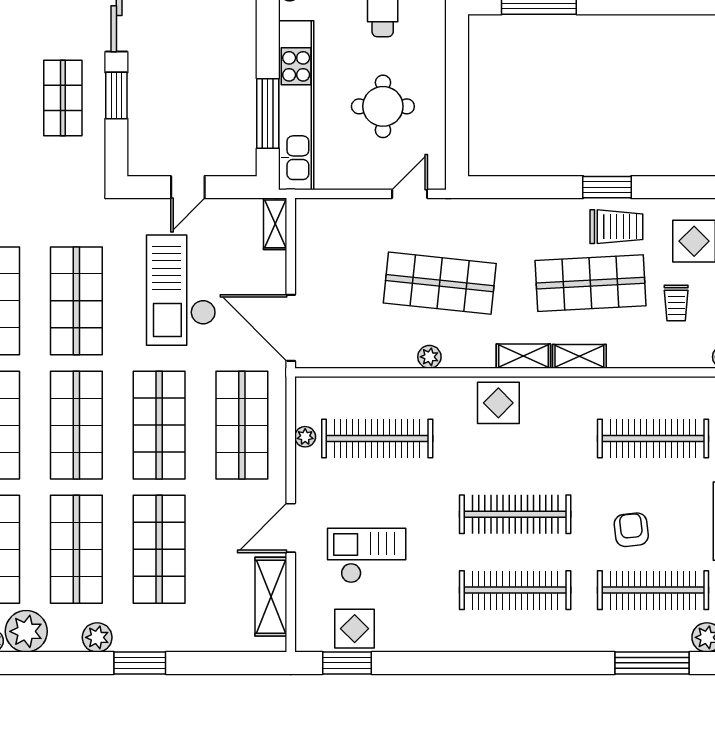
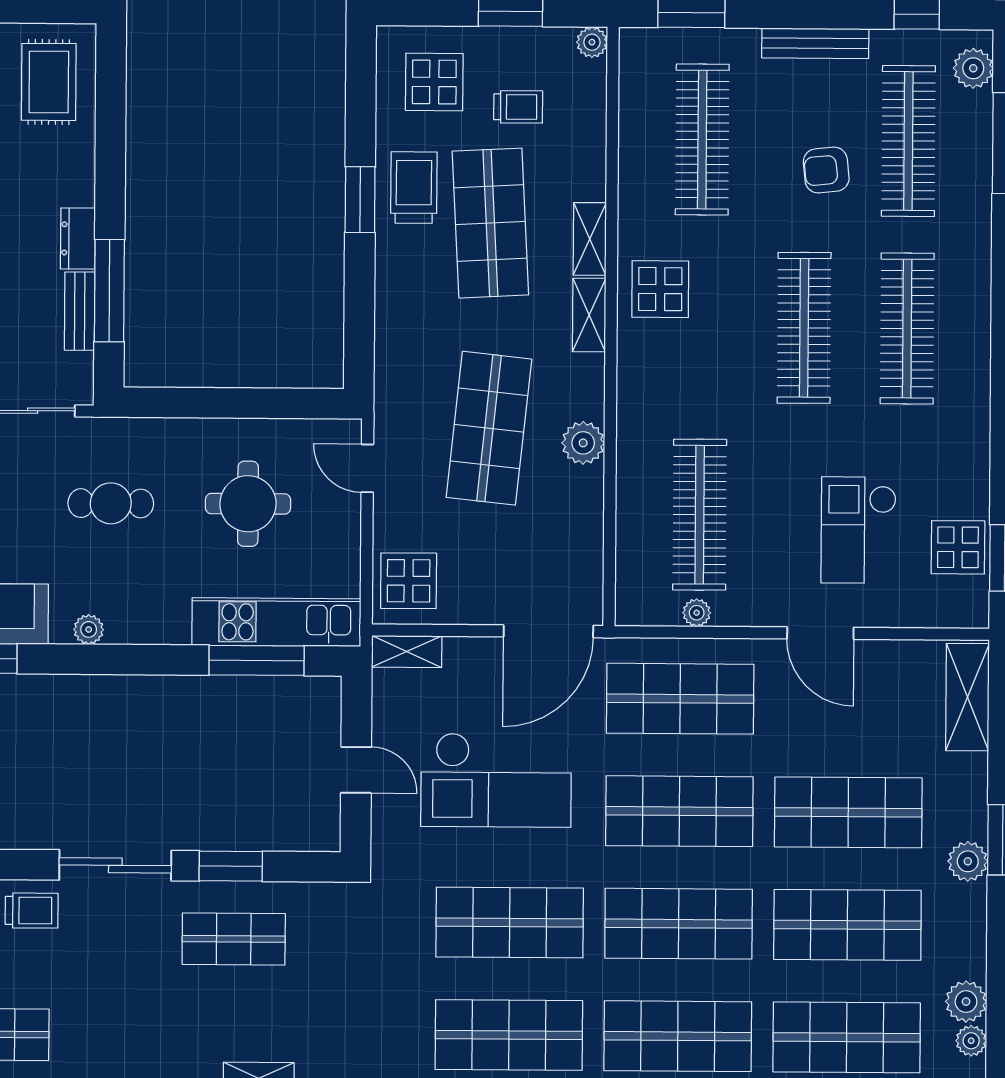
kitchen unit: (296, 105) -> (276, 622), width x0.73
display table: (327, 225) -> (409, 581), added
plant: (429, 357) -> (583, 443), width x1.38, depth x1.38
display table: (498, 403) -> (660, 289), moved
shelving: (271, 597) -> (967, 697), moved, turned 90
plant: (26, 631) -> (966, 1002), width x0.73, depth x0.73
plant: (97, 637) -> (968, 861), moved

